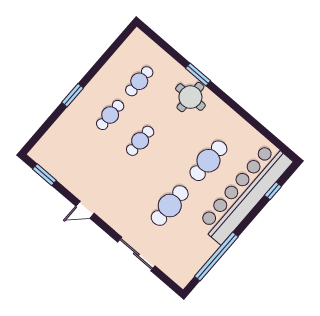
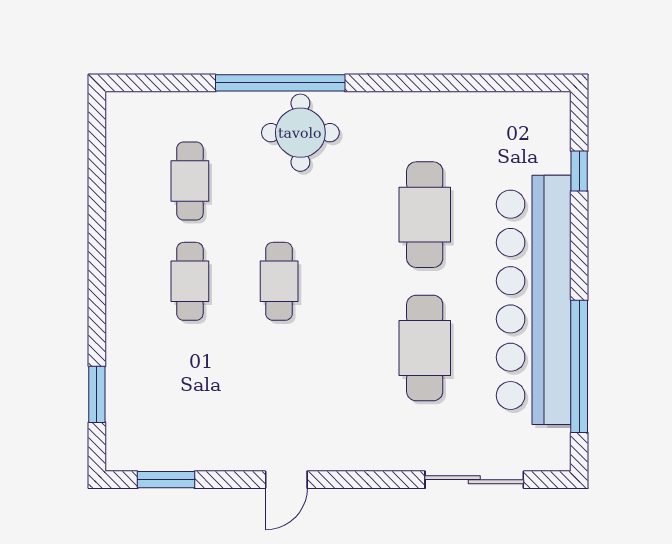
window: (198, 74) -> (280, 83), width x2.11
window: (73, 95) -> (97, 394), moved
bar counter: (245, 193) -> (534, 300), moved
sliding door: (136, 254) -> (474, 480), moved

